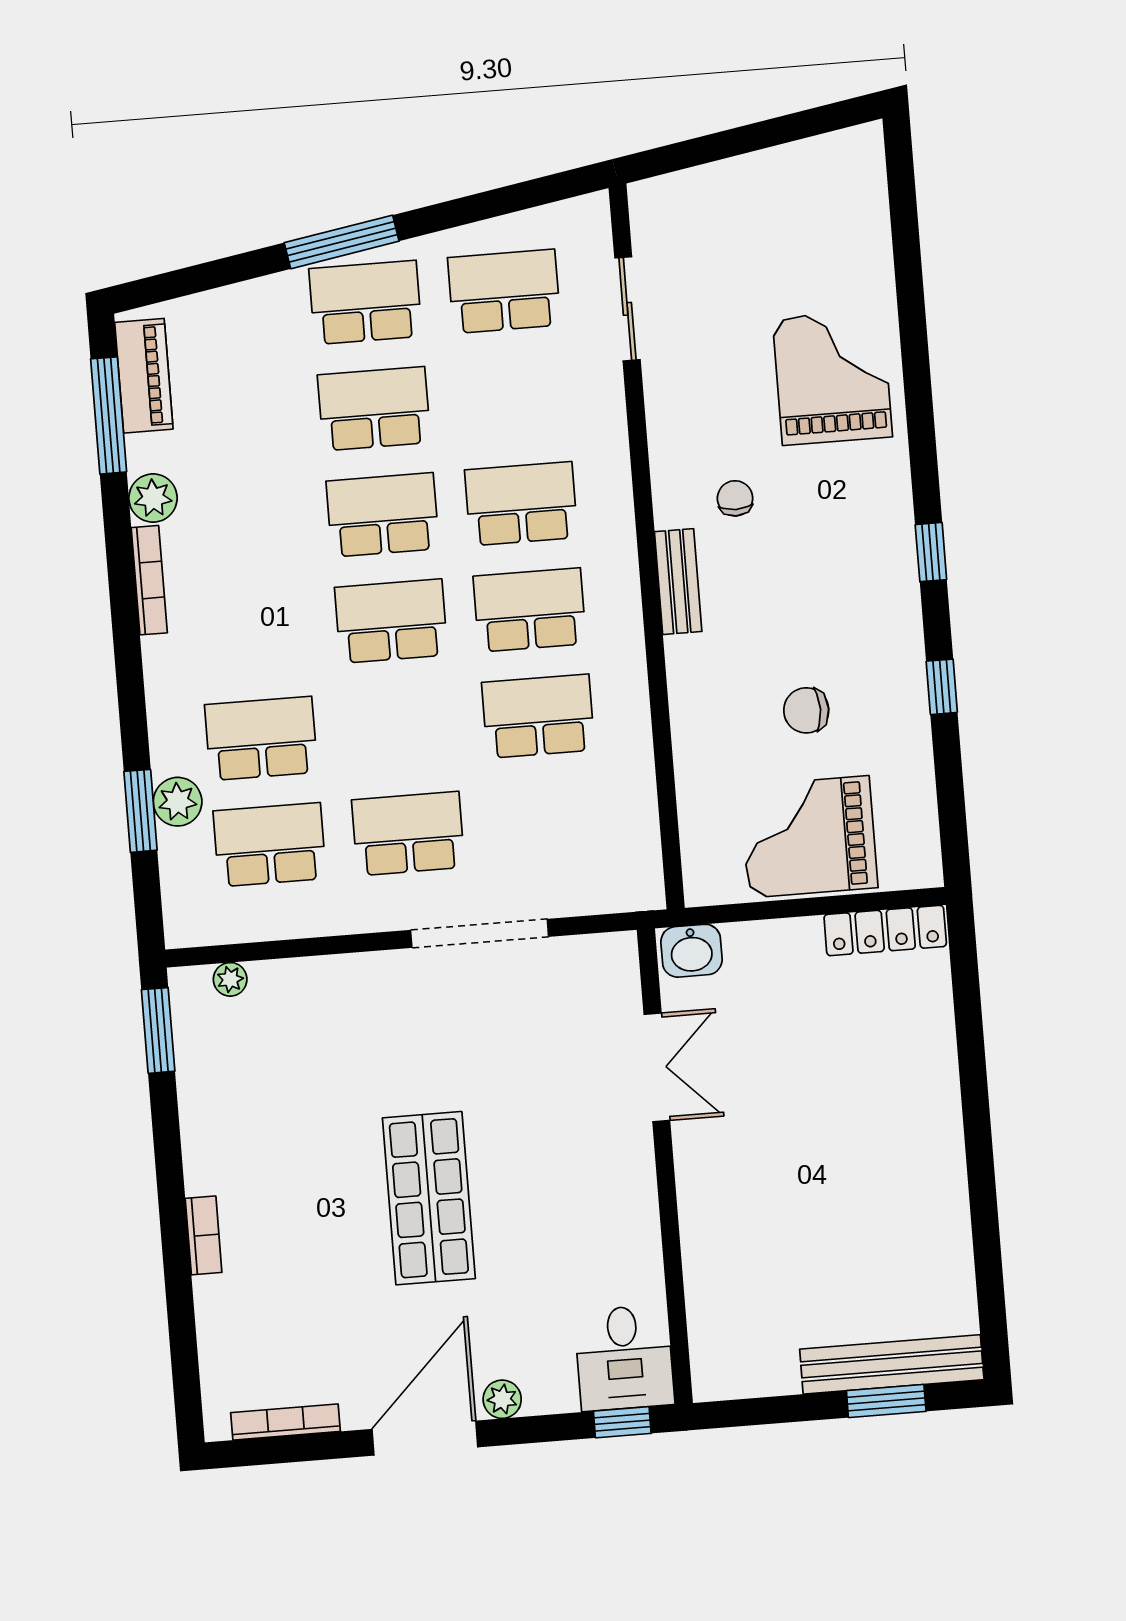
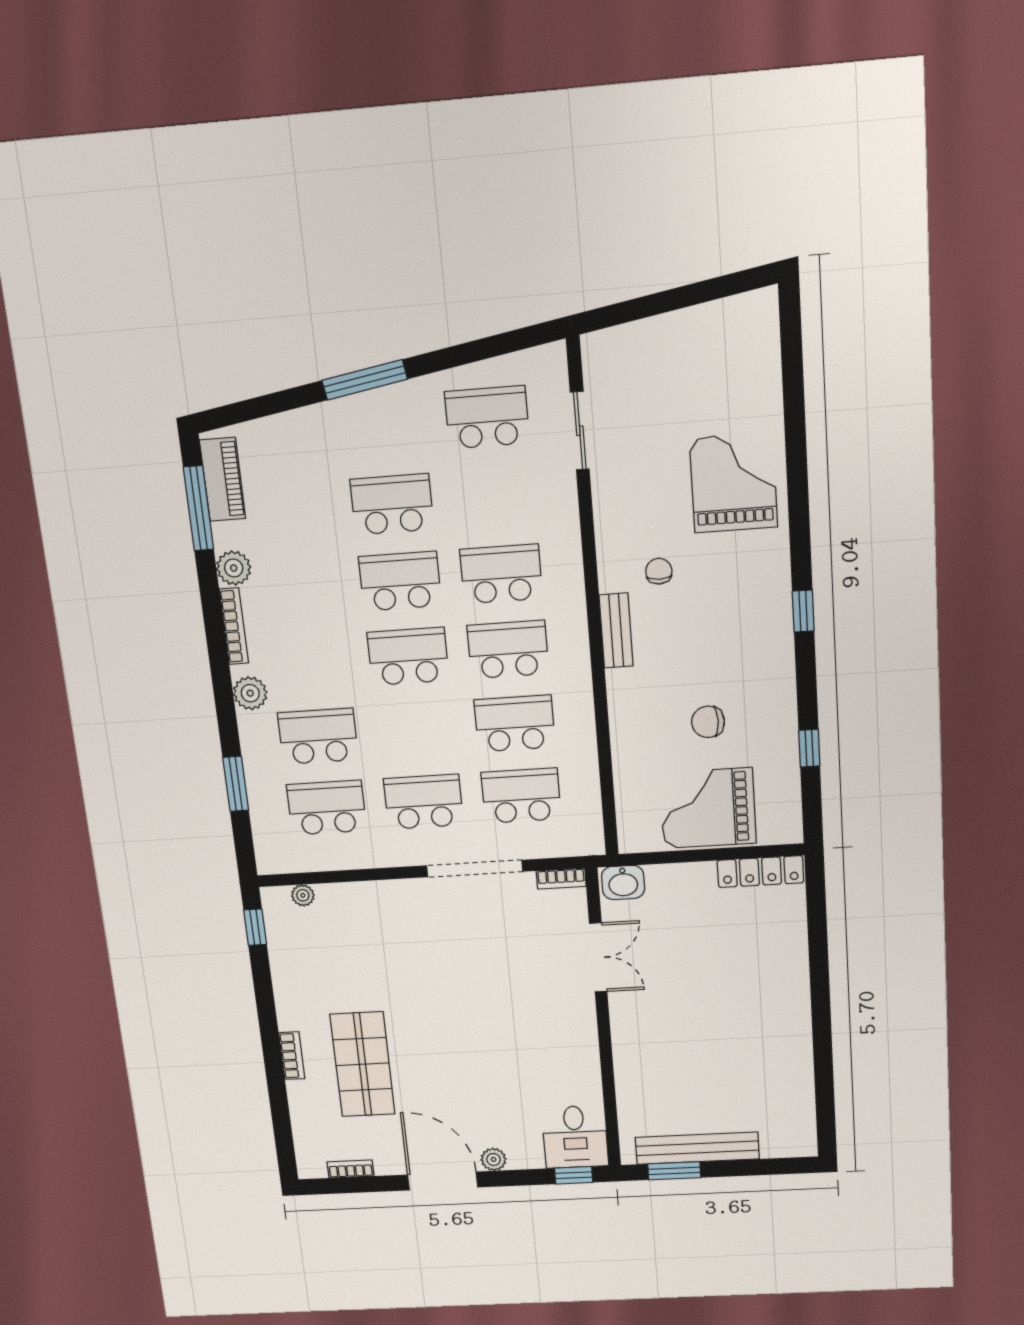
school desk: (365, 302) -> (521, 796), moved
window: (942, 687) -> (809, 748), moved
plant: (178, 802) -> (250, 693), moved
bookcase: (603, 946) -> (561, 879), added
window: (158, 1030) -> (255, 927), width x0.67
shop shelf: (429, 1198) -> (362, 1064), moved
bench: (892, 1364) -> (697, 1148), moved
window: (886, 1401) -> (674, 1171), moved
bookcase: (286, 1422) -> (351, 1169), width x0.64
door: (425, 1438) -> (443, 1181), hinge flipped

